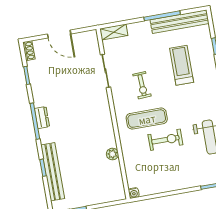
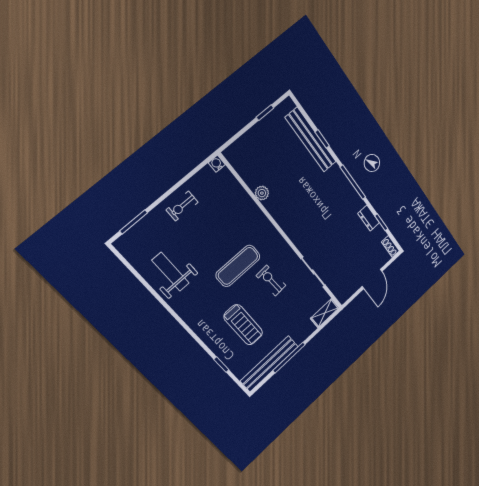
door: (59, 34) -> (372, 279), swing flipped
dresser: (42, 118) -> (369, 218), moved
exercise mat: (147, 119) -> (238, 266), moved
exercise bike: (165, 140) -> (182, 206), moved, width x0.73, depth x0.72

